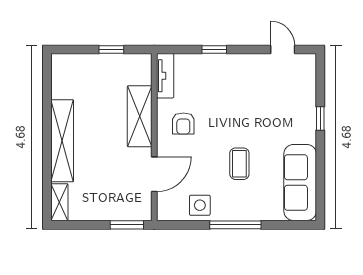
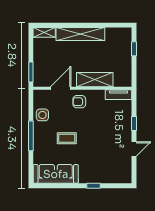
window: (111, 50) -> (134, 49), moved
door: (283, 50) -> (134, 149), moved
armchair: (183, 123) -> (79, 102), moved
door: (154, 174) -> (61, 88), swing flipped

